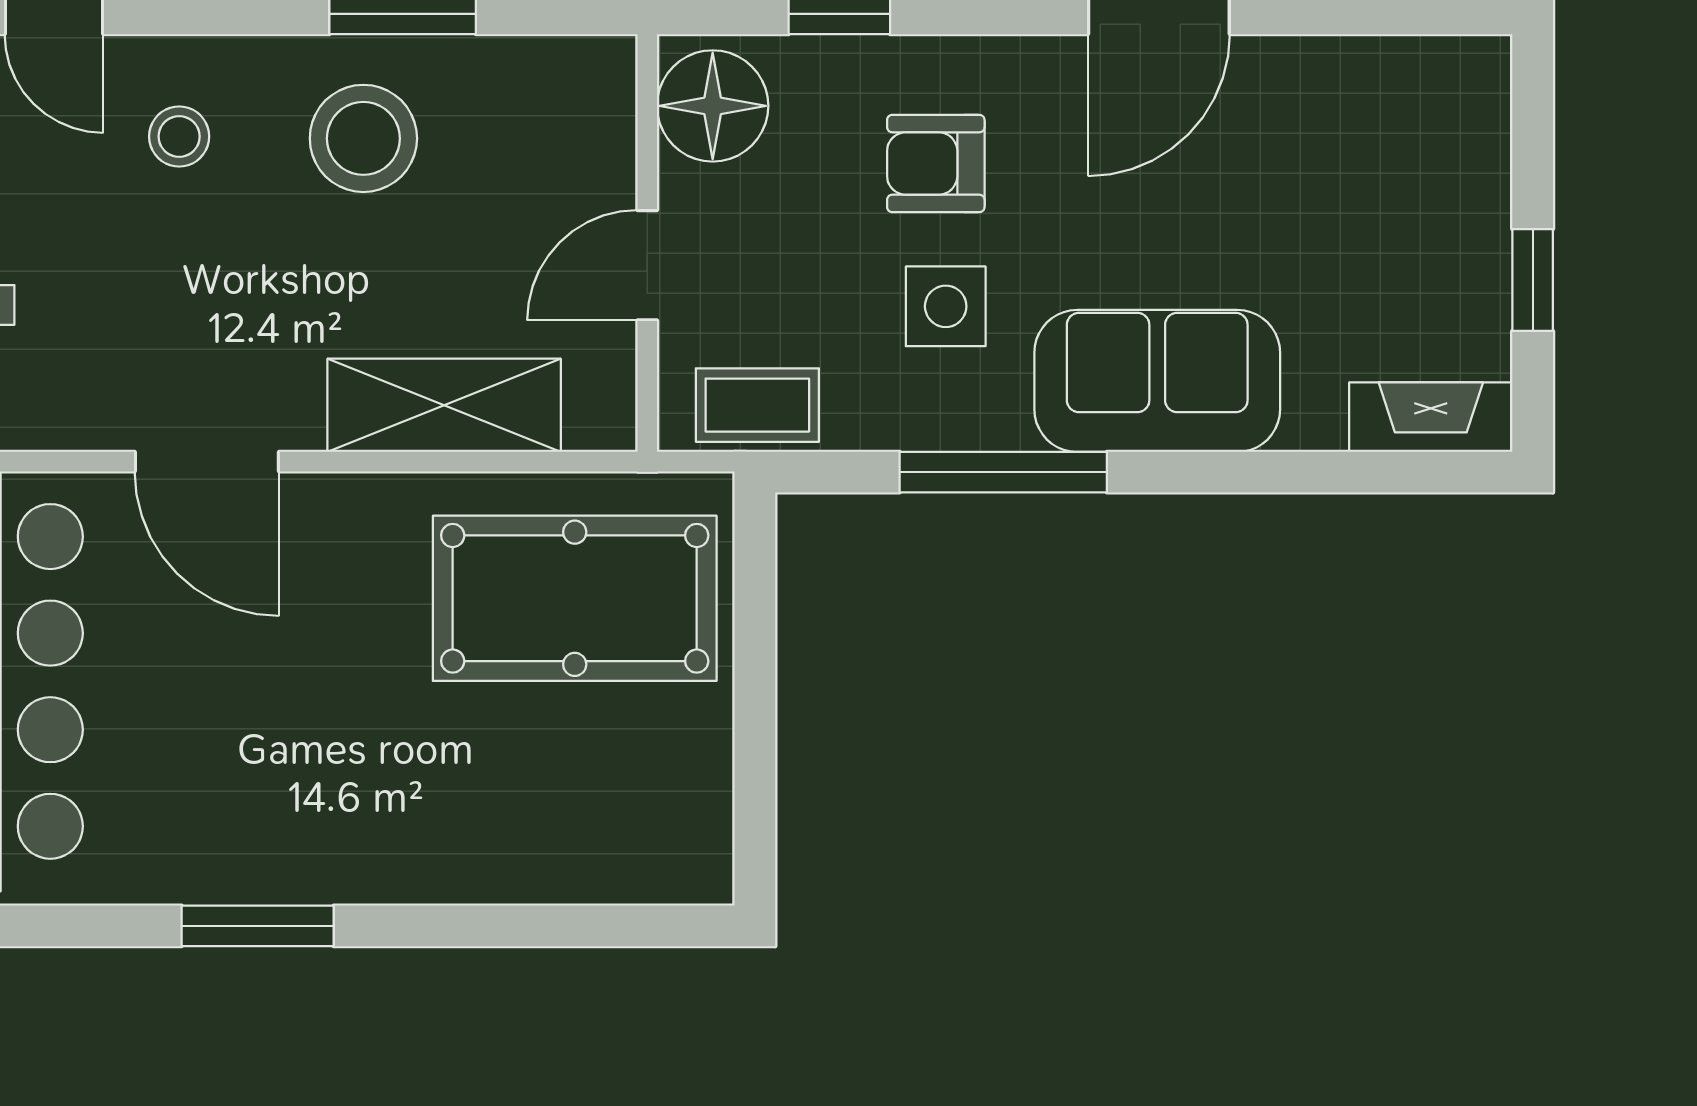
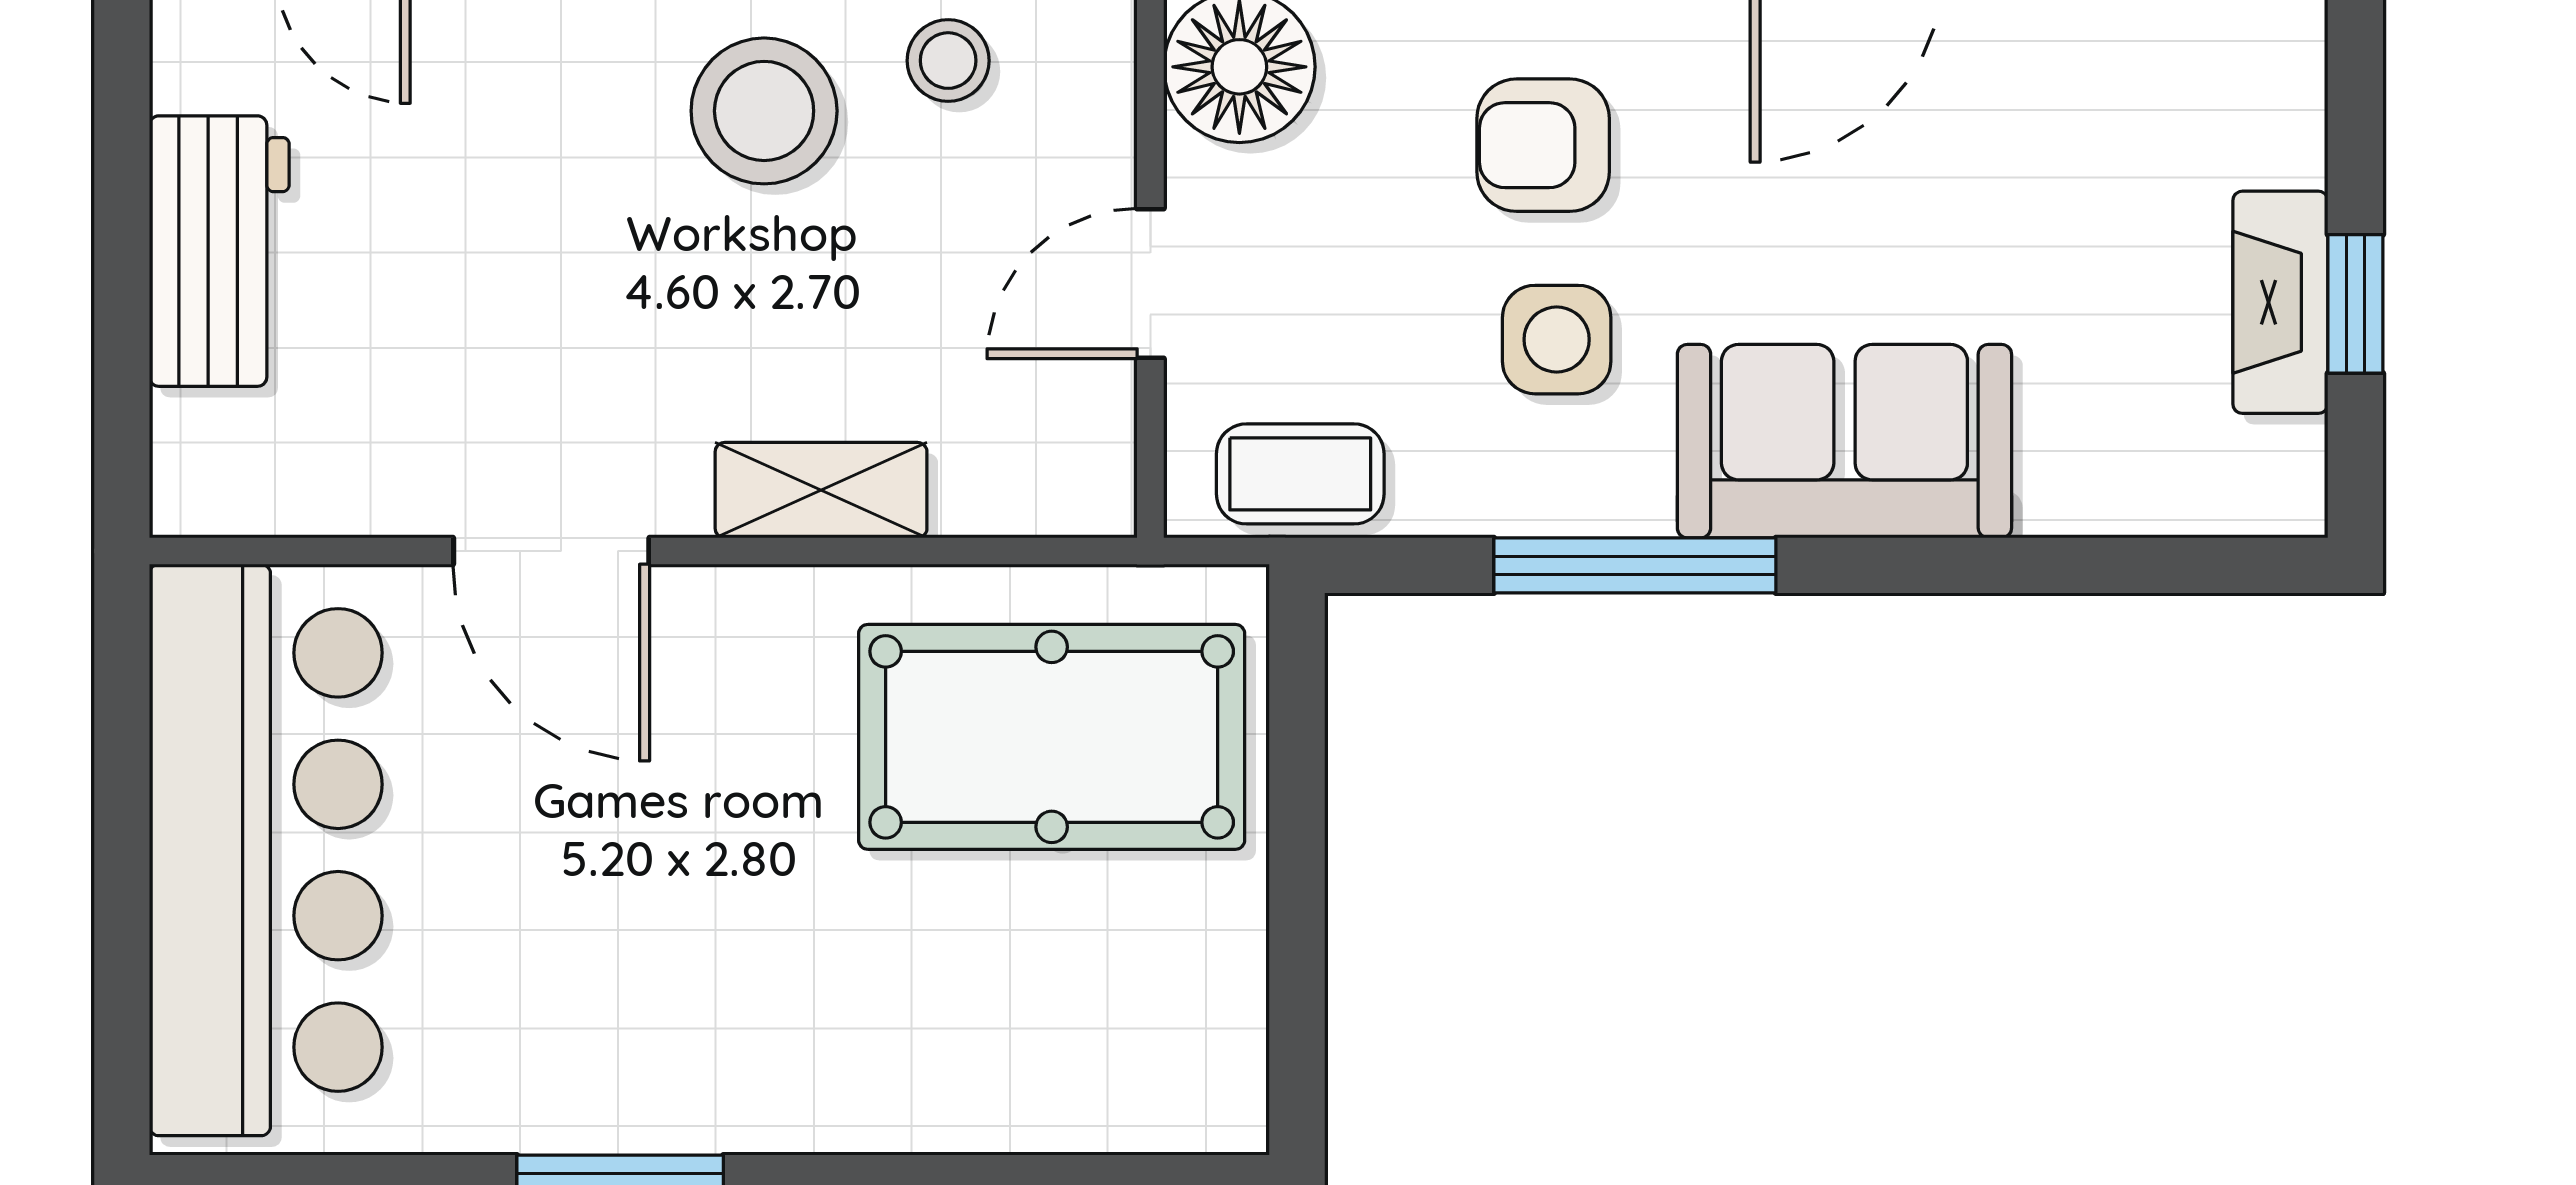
stool: (179, 136) -> (948, 61), moved
shelving: (444, 405) -> (821, 490), width x0.67, depth x0.75
fireplace: (1431, 417) -> (2280, 302), moved, turned -90

